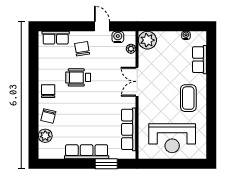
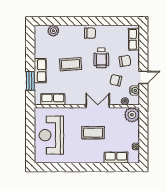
wheelchair: (78, 77) -> (101, 58), turned 180
coffee table: (188, 98) -> (93, 133), moved
coffee table: (86, 115) -> (71, 64), added
chair: (48, 116) -> (116, 80), moved
row of seats: (129, 129) -> (53, 99), width x0.68
row of seats: (87, 152) -> (40, 71), width x0.68

